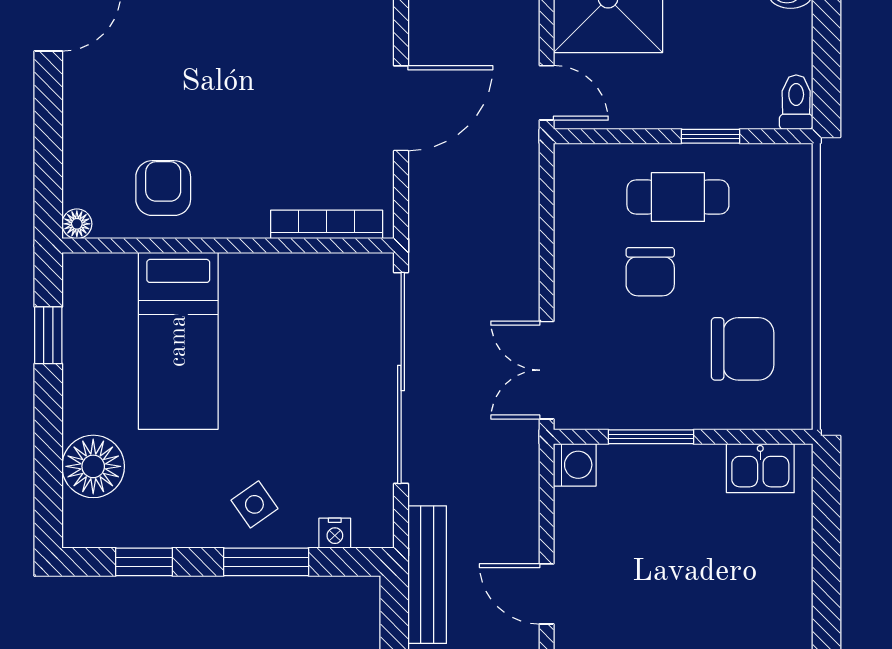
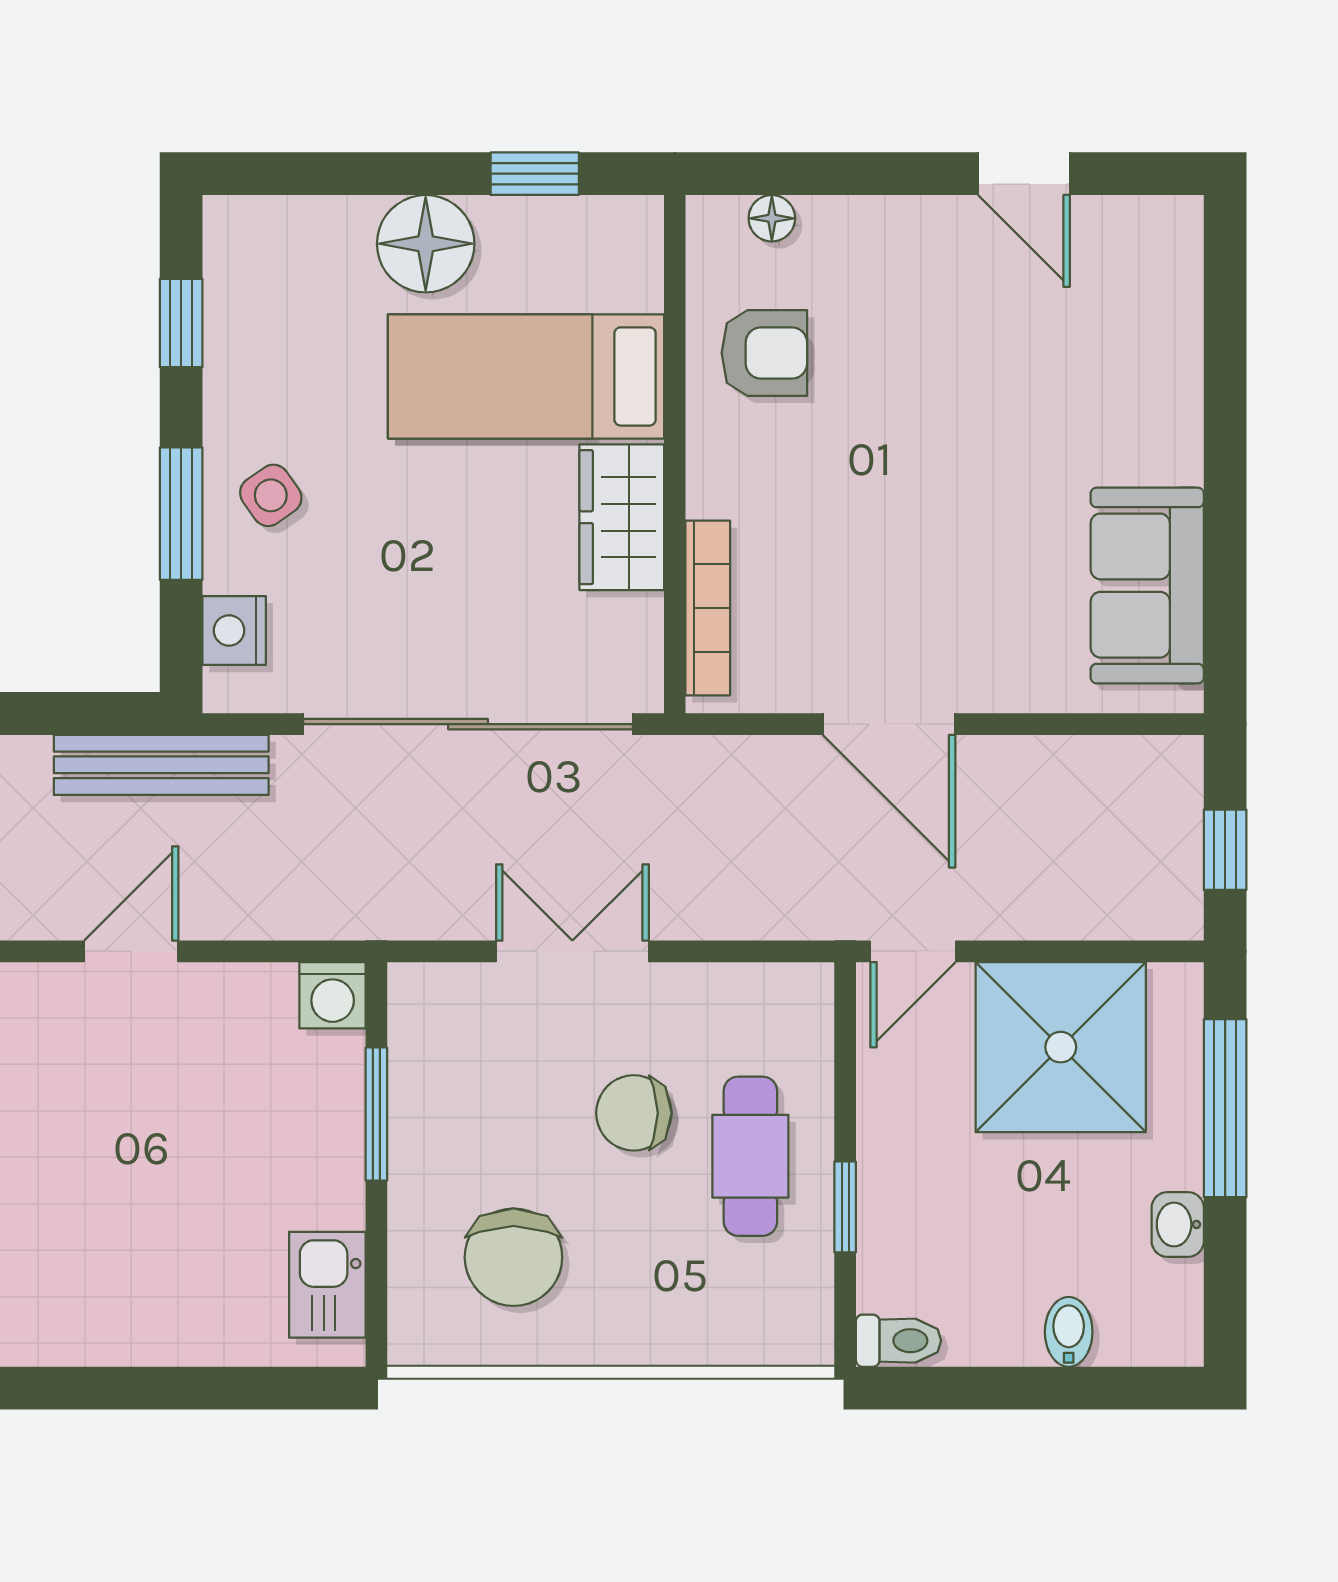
floor lamp: (77, 224) -> (772, 218), moved
wardrobe: (268, 279) -> (622, 517), added
double door: (547, 370) -> (572, 951), moved
floor lamp: (93, 466) -> (426, 244), moved
nightstand: (335, 533) -> (234, 630), width x1.39, depth x1.35

